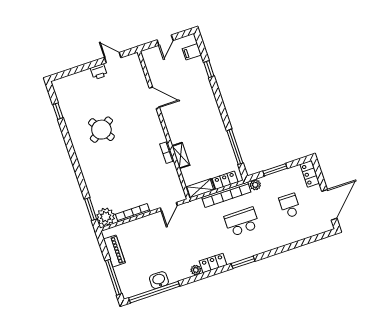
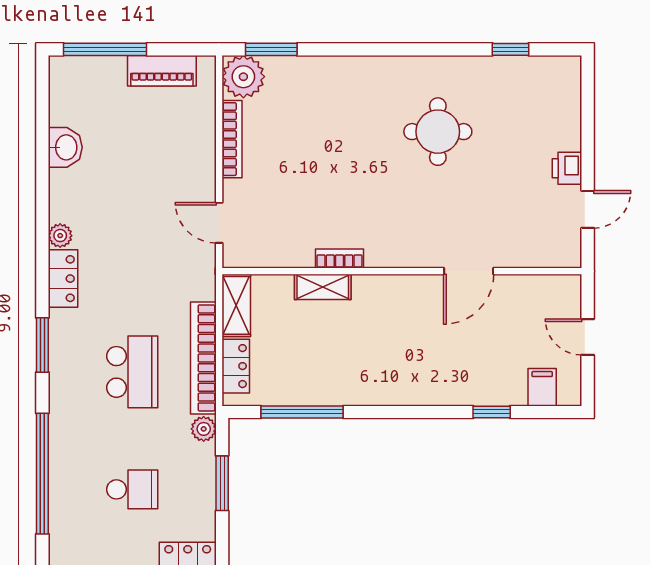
round table: (101, 130) -> (438, 132), turned 33
window: (154, 292) -> (42, 474), moved

